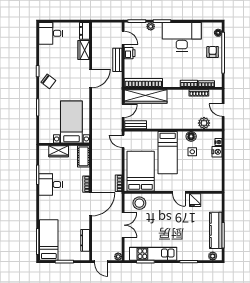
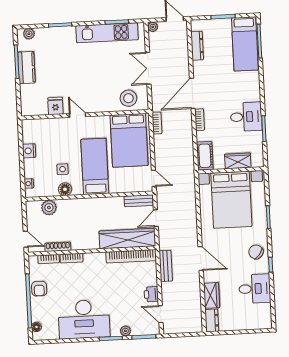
desk: (51, 33) -> (255, 289), moved
armchair: (213, 52) -> (39, 289), moved
bench: (117, 60) -> (166, 266), moved
door: (91, 79) -> (201, 258), swing flipped
door: (223, 110) -> (26, 239), moved
bed with nightstands: (71, 122) -> (231, 200), width x1.36
nightstand: (217, 152) -> (29, 151), moved
kitchen counter: (216, 230) -> (26, 68), width x0.67

